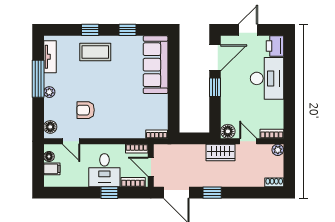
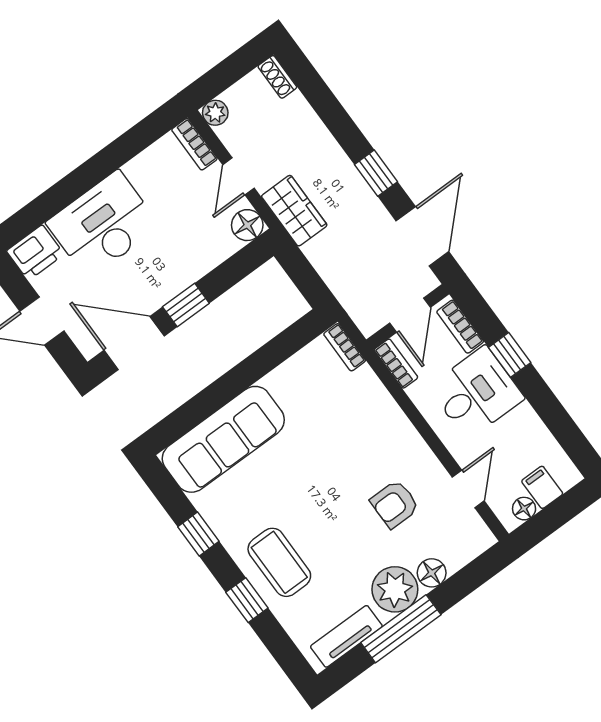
plant: (49, 92) -> (395, 589), width x1.88, depth x1.88
armchair: (86, 110) -> (395, 504), turned 90
floor lamp: (50, 127) -> (432, 573), moved

